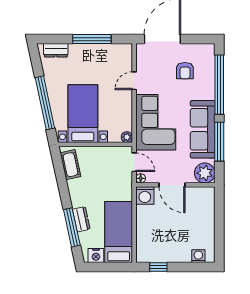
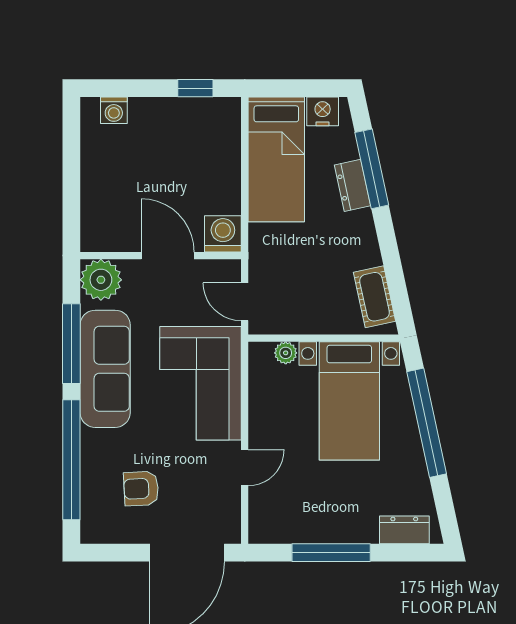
armchair: (185, 71) -> (141, 489), turned -93
plant: (127, 137) -> (286, 353), moved
floor lamp: (141, 178) -> (231, 269), removed

